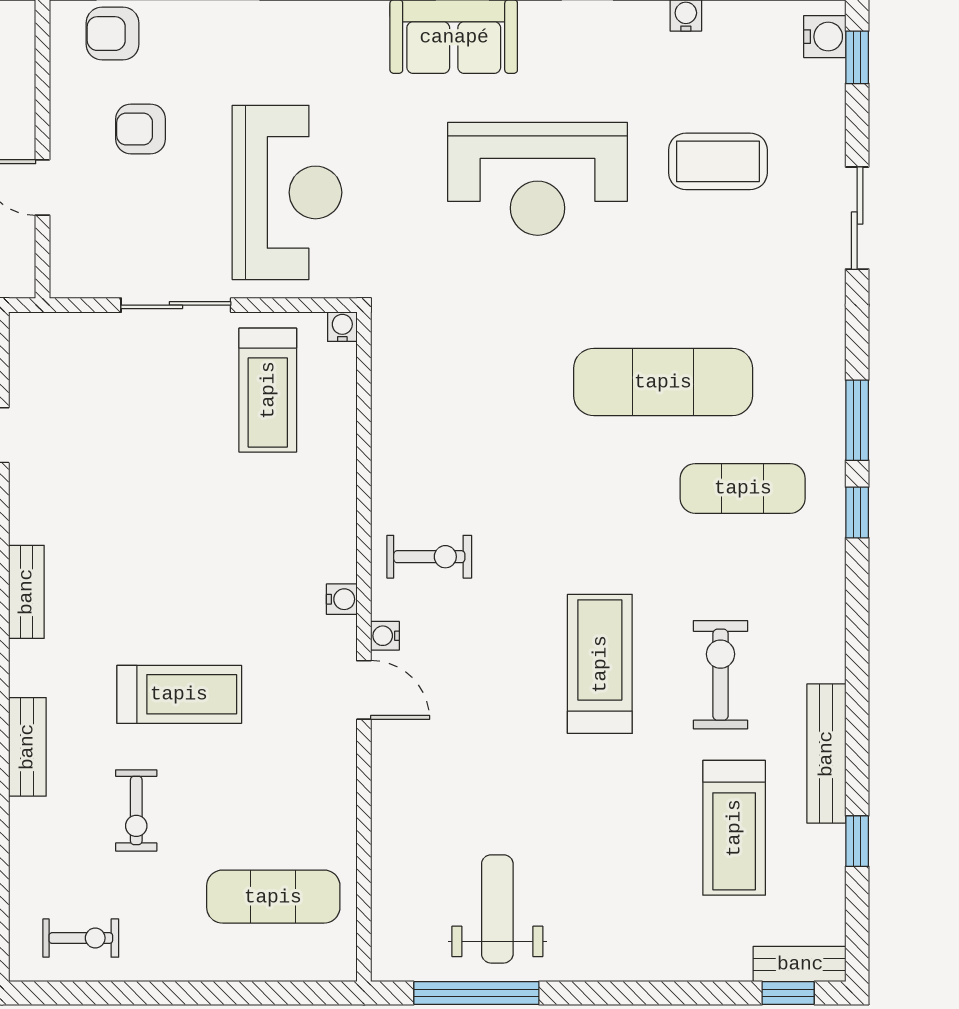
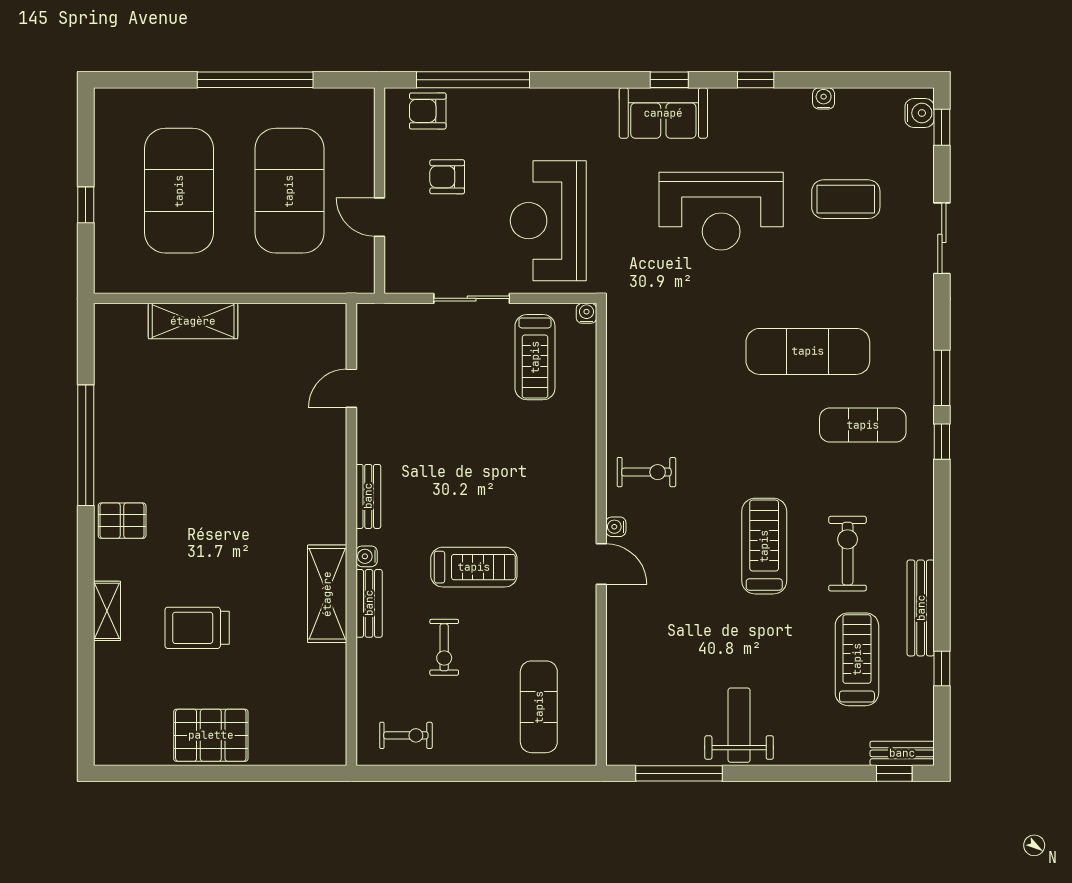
reception desk: (287, 192) -> (548, 221), turned 180
water cooler: (342, 599) -> (367, 556), moved, turned 180
treadmill: (734, 828) -> (857, 659), turned 180
exercise mat: (273, 897) -> (539, 707), turned 90
weight bench: (497, 909) -> (739, 725), moved

